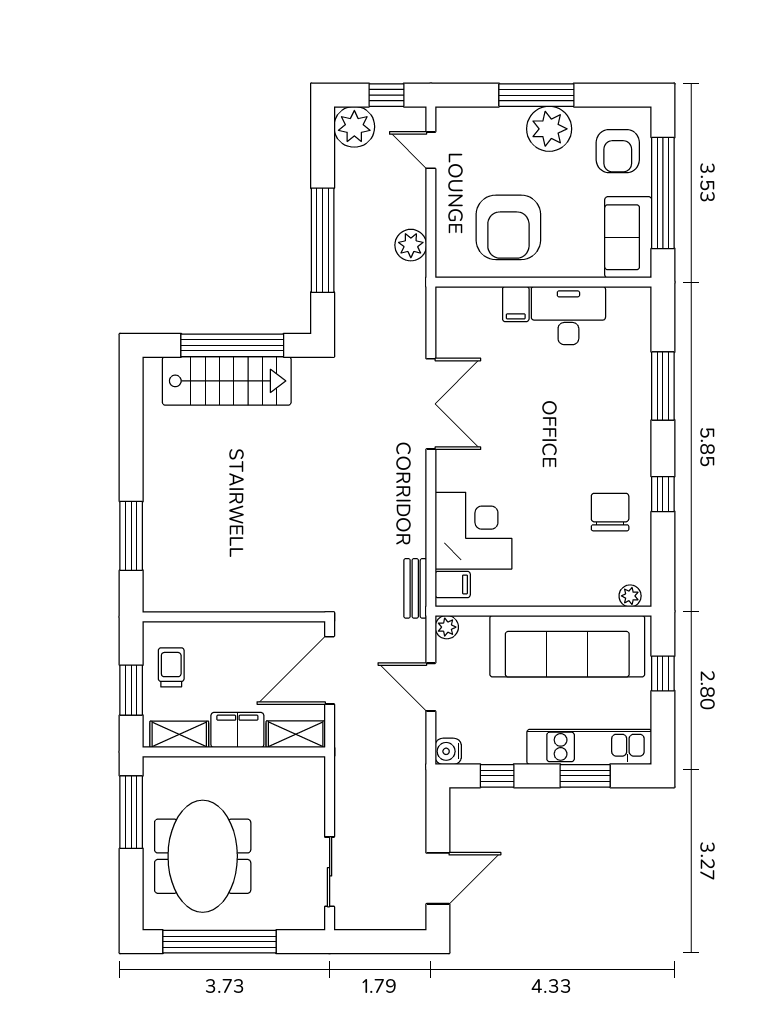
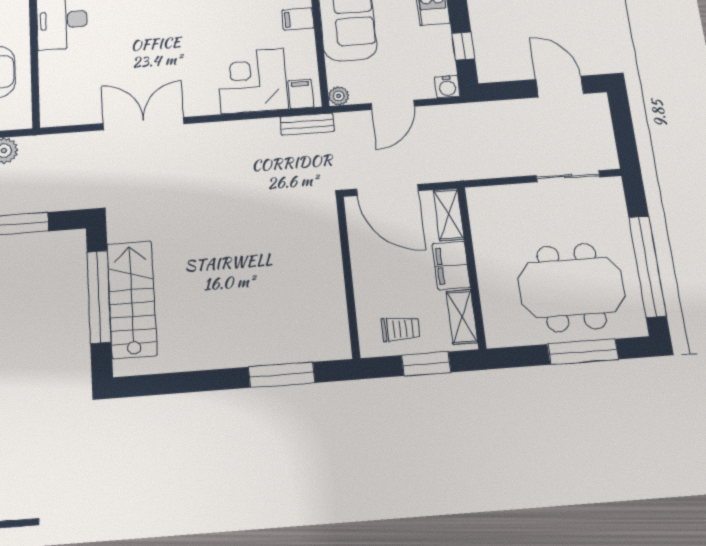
filing cabinet: (516, 304) -> (298, 19), moved, turned 180
trolley: (171, 667) -> (401, 329), turned 180
window: (131, 812) -> (583, 352), moved

